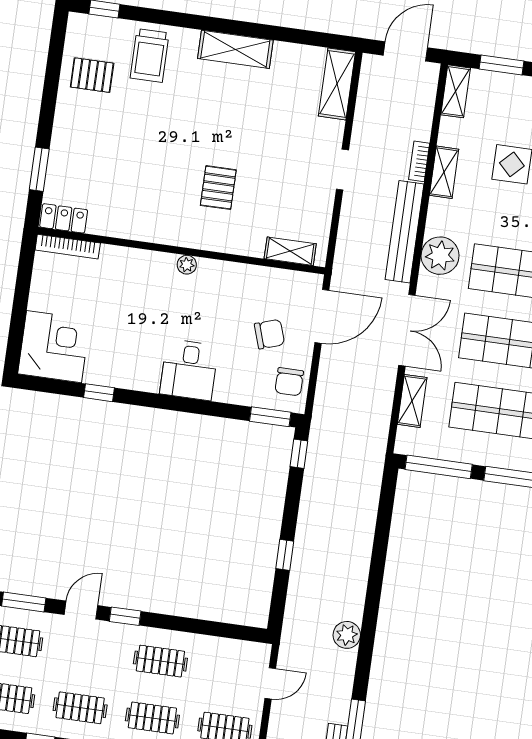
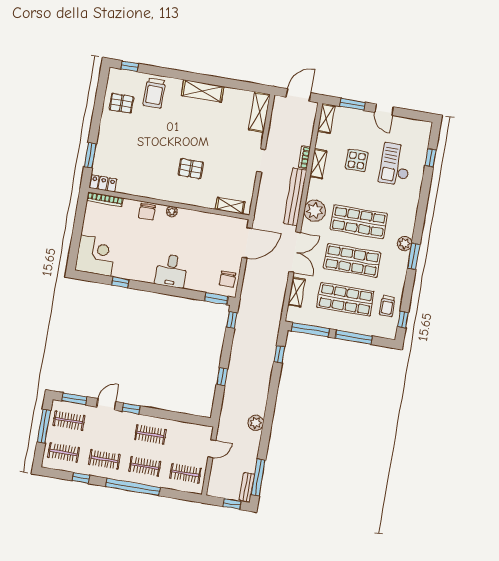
pallet: (218, 188) -> (191, 169), turned 90
chair: (269, 334) -> (147, 212), moved, turned 108
window: (385, 512) -> (279, 354), added

